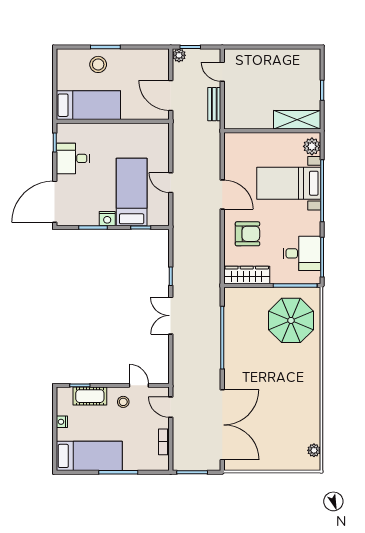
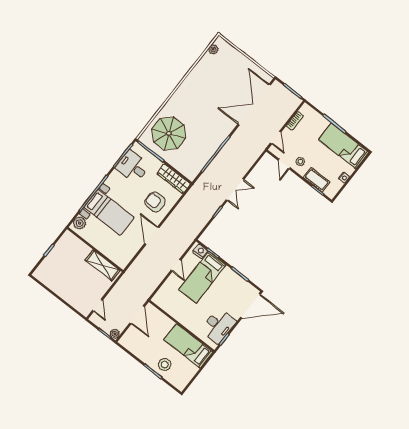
bench: (214, 104) -> (116, 290), removed
shelving: (297, 120) -> (102, 265), moved
desk: (73, 158) -> (218, 326), width x1.37
nightstand: (107, 219) -> (200, 251), moved

